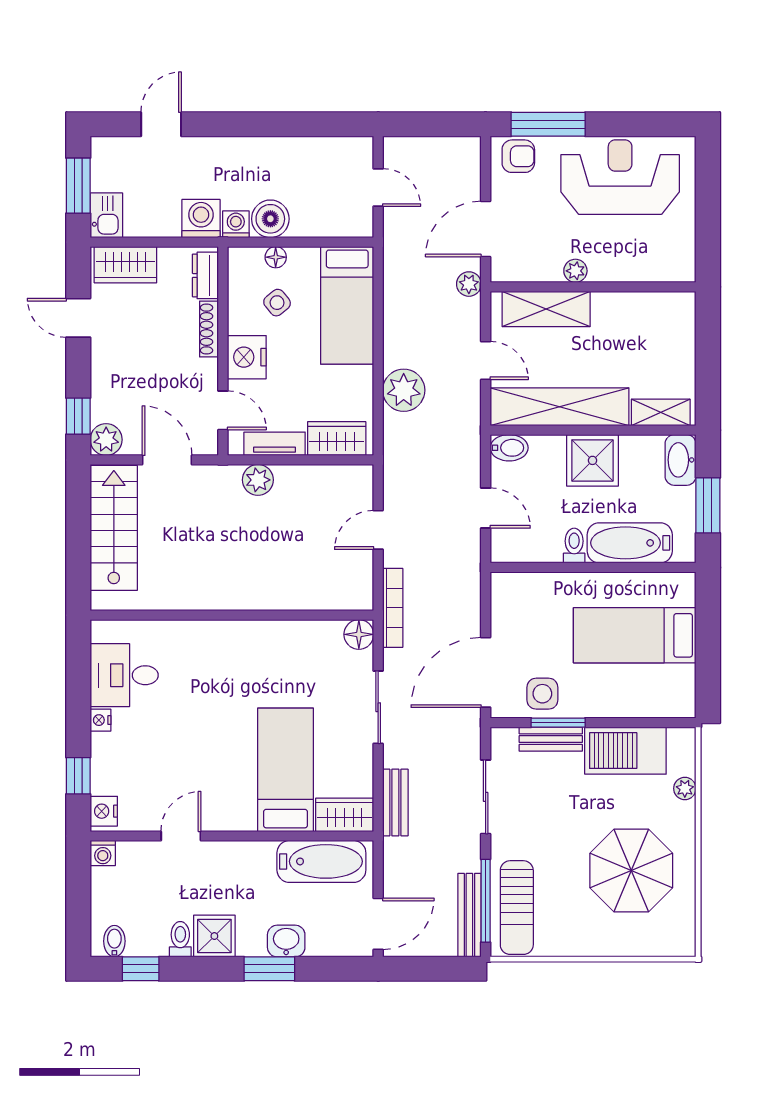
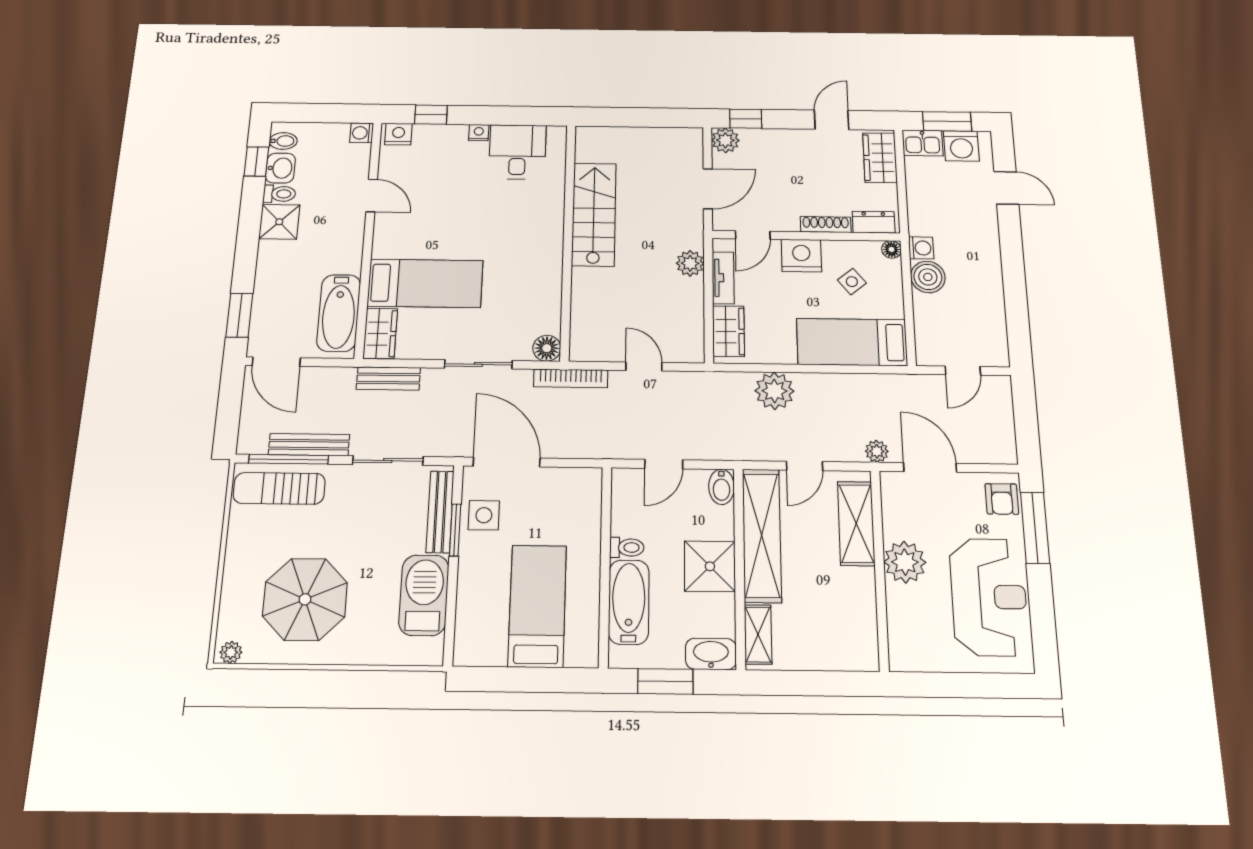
washing machine: (201, 219) -> (961, 146), moved, turned 90
floor lamp: (276, 257) -> (891, 249), moved
plant: (575, 271) -> (905, 562), width x1.88, depth x1.88
stairs: (114, 528) -> (594, 214), moved, turned -90
bench: (551, 739) -> (440, 512), width x1.36
plant: (685, 788) -> (231, 652), moved
bench: (469, 915) -> (309, 445), moved
washbasin: (286, 941) -> (280, 168), moved
window: (269, 969) -> (239, 315), moved

